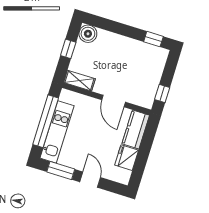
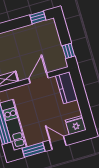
door: (114, 101) -> (38, 78), swing flipped
fridge: (127, 158) -> (76, 125), moved, turned 90

